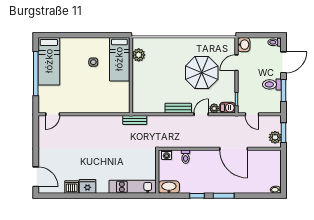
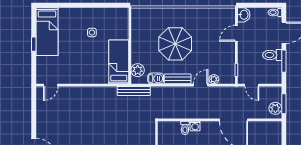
plant: (139, 55) -> (138, 70), moved
bed: (119, 59) -> (119, 62), moved, turned 180
parasol: (202, 73) -> (175, 44), moved
window: (36, 74) -> (34, 44), width x0.32
barbecue: (227, 108) -> (156, 78), moved
bench: (135, 120) -> (134, 91), width x1.36
washing machine: (167, 155) -> (195, 126), moved

